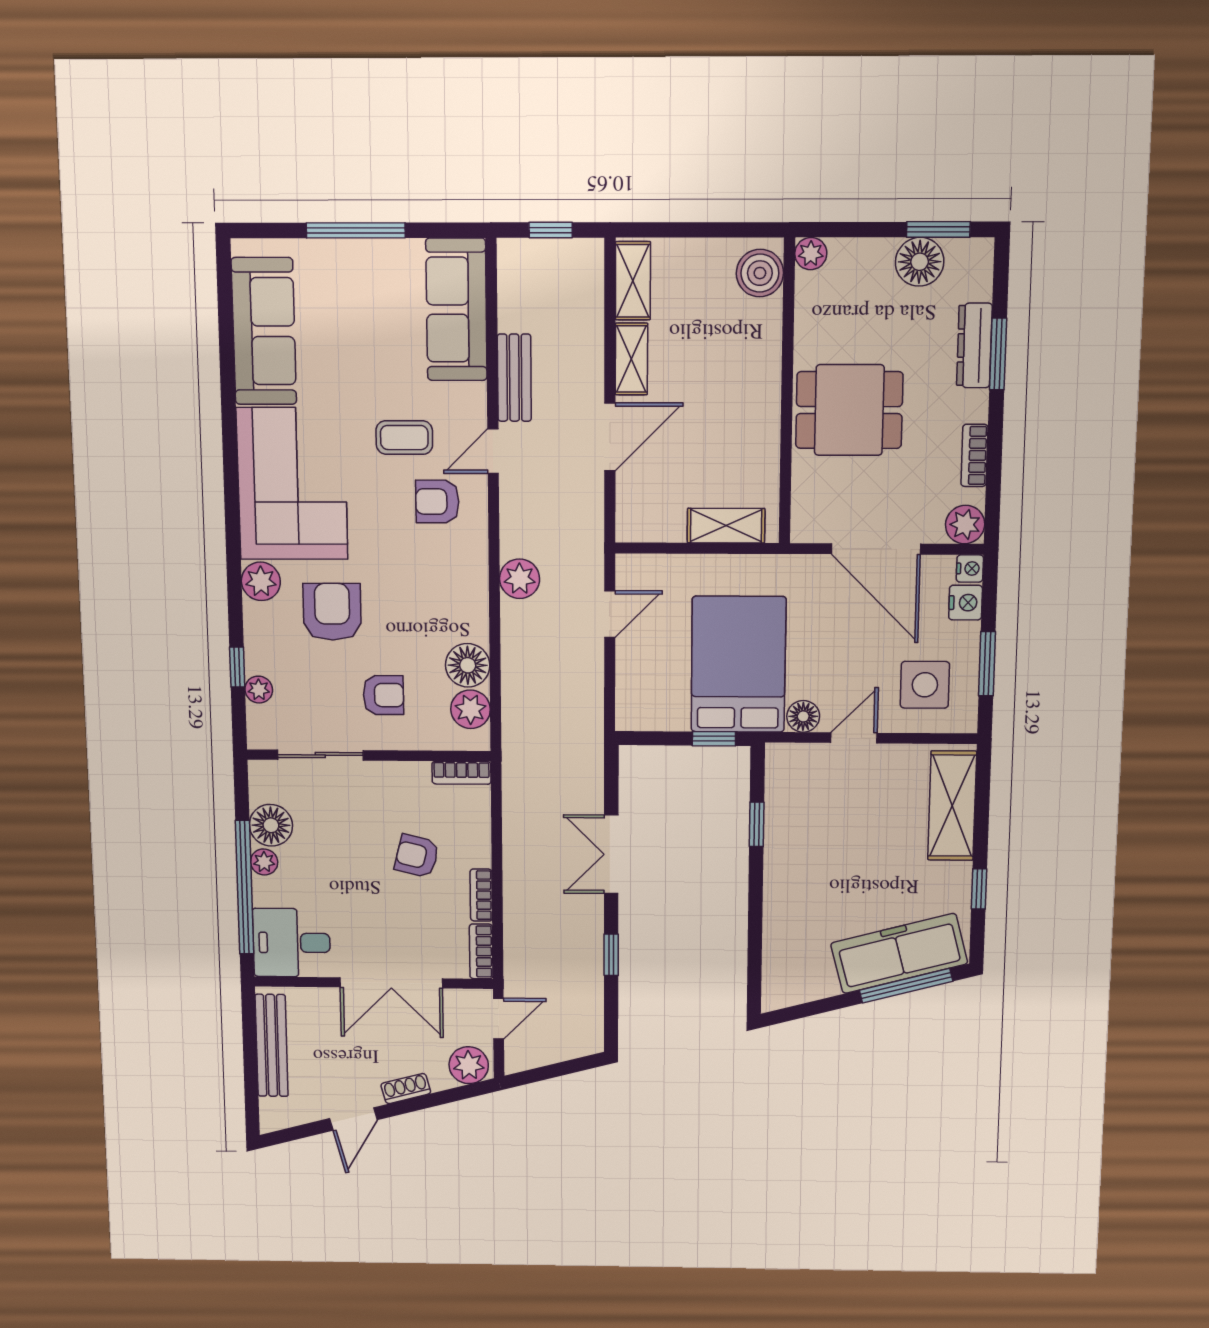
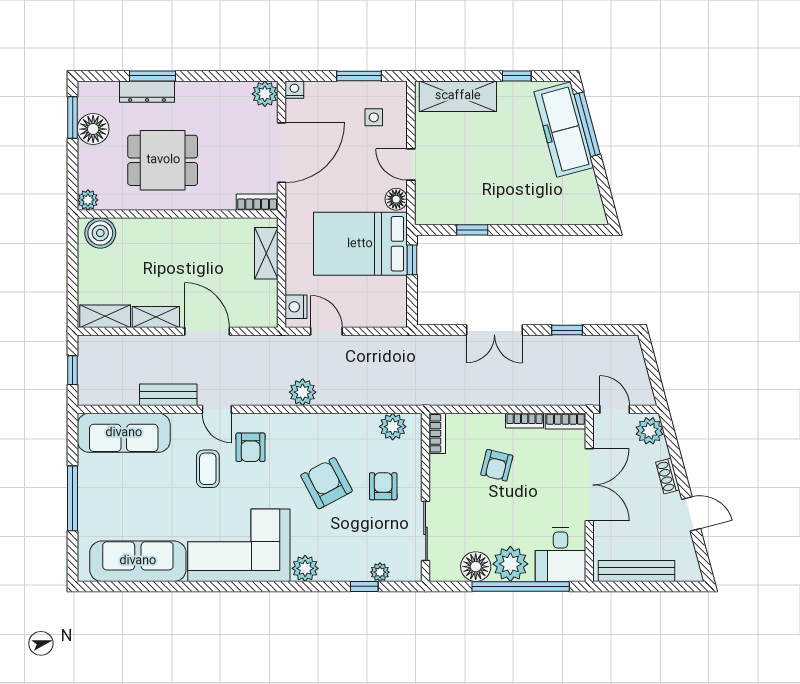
dining table: (849, 410) -> (163, 160), moved, turned 90
bookcase: (974, 455) -> (257, 202), moved, turned 180
nightstand: (966, 603) -> (296, 307), moved, turned -90
armchair: (332, 612) -> (326, 483), moved, turned 62
floor lamp: (468, 665) -> (362, 428), removed
side table: (925, 685) -> (374, 117), width x0.54, depth x0.54
plant: (264, 862) -> (510, 564), width x1.88, depth x1.88

